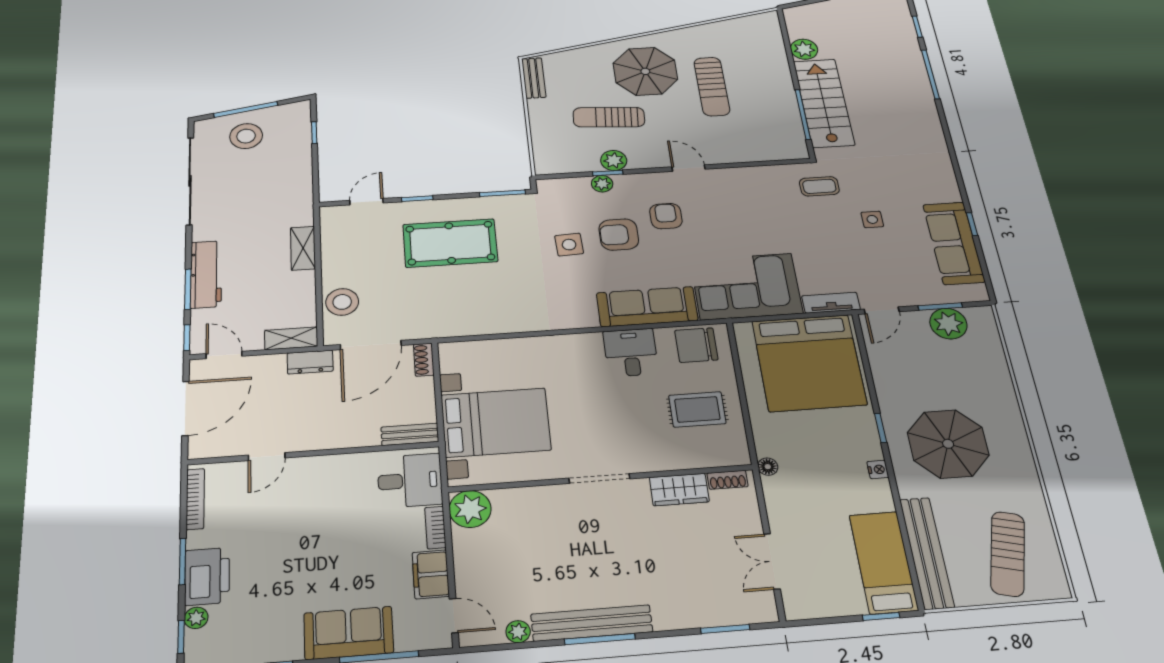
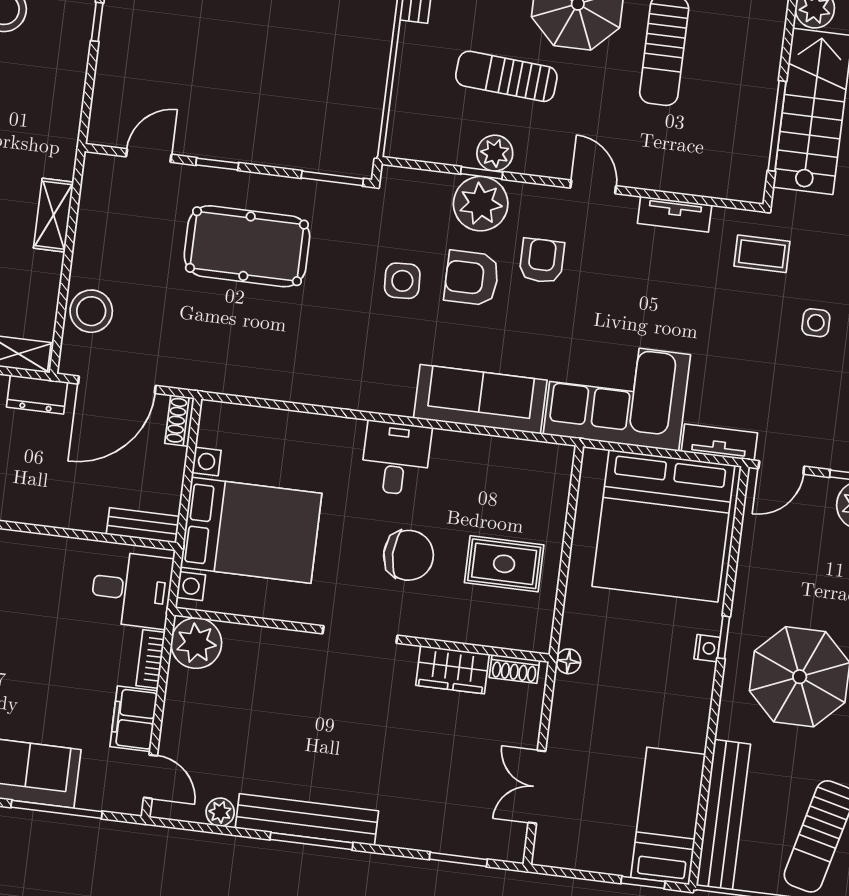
tv unit: (750, 174) -> (675, 214), added
plant: (602, 184) -> (481, 204), width x1.88, depth x1.88
chair: (696, 345) -> (408, 555), moved, turned 180
desk: (631, 353) -> (396, 458), moved
nightstand: (878, 469) -> (707, 648), moved

